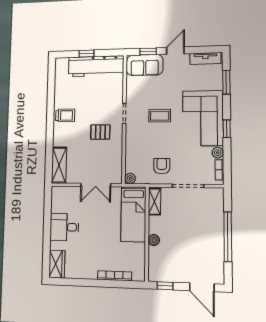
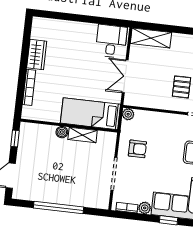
shelving: (154, 202) -> (83, 135), moved
desk: (64, 227) -> (111, 41), moved
wardrobe: (57, 264) -> (37, 55), moved, turned -90

